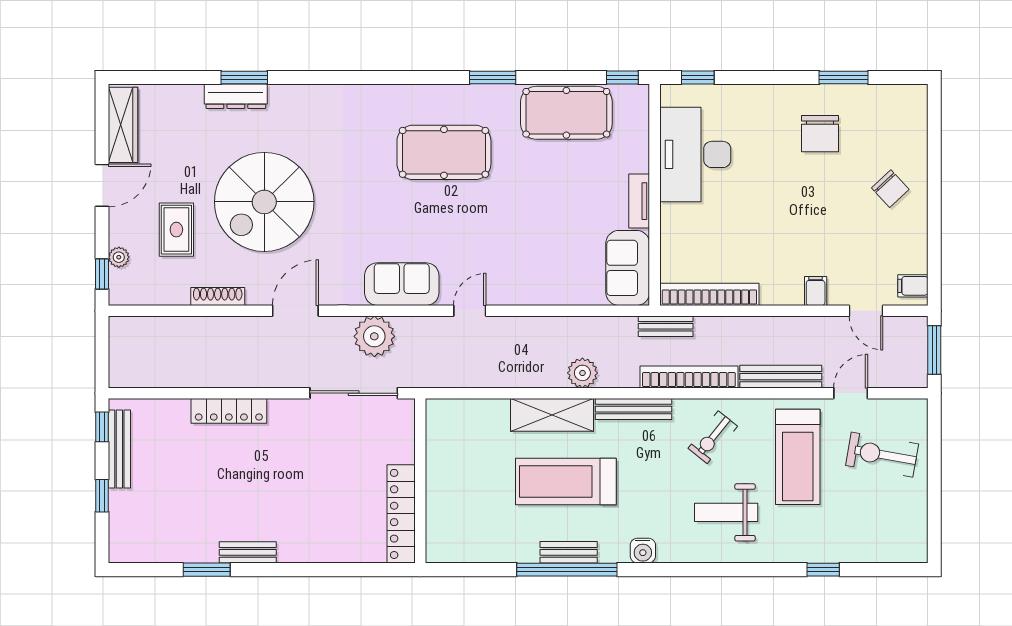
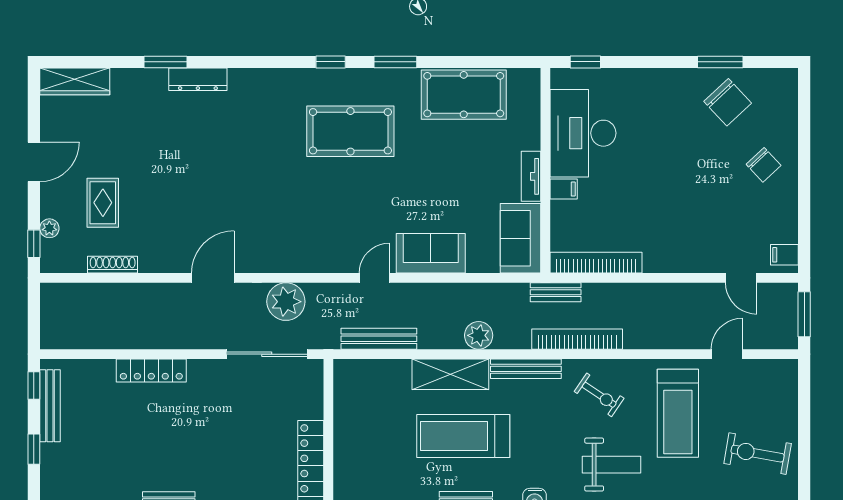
window: (622, 78) -> (331, 62), moved
dresser: (236, 96) -> (198, 79), moved
wardrobe: (123, 125) -> (75, 81), moved, turned 90
chair: (820, 134) -> (728, 102), moved, turned -43
spiral stairs: (264, 202) -> (184, 177), removed
sofa: (402, 284) -> (431, 253), moved
filing cabinet: (816, 291) -> (564, 189), moved, turned 90
shoe rack: (218, 296) -> (113, 265), moved
bench: (781, 377) -> (379, 339), moved
exercise bike: (713, 437) -> (599, 395), turned -95
exercise bike: (882, 455) -> (758, 454), moved
weight bench: (726, 512) -> (612, 465), turned 180

